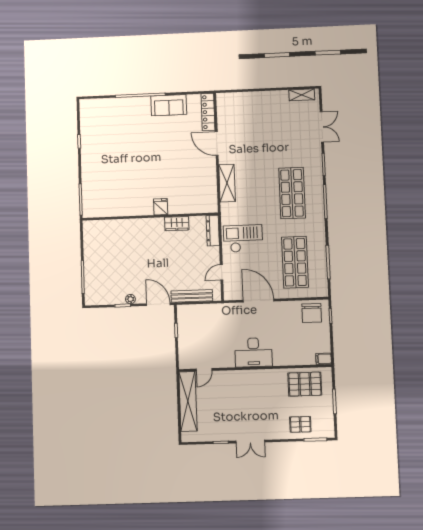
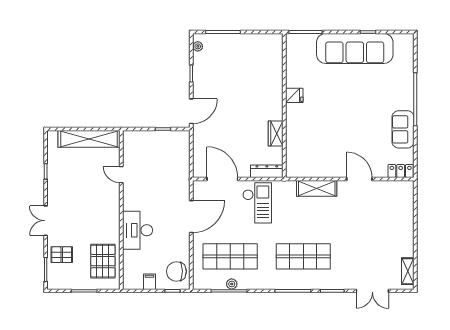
locker: (208, 112) -> (401, 171), width x0.66
door: (217, 144) -> (359, 179), hinge flipped
sofa: (95, 153) -> (355, 48), added
fridge: (161, 207) -> (294, 95), moved
plant: (321, 260) -> (232, 284), added
door: (222, 272) -> (222, 179), width x1.88
bench: (192, 296) -> (199, 147), removed
plant: (130, 299) -> (198, 46), moved
desk: (253, 352) -> (138, 230), moved
filing cabinet: (324, 359) -> (149, 282), moved
door: (204, 370) -> (121, 175), moved
pallet: (300, 424) -> (62, 255), turned 90
double door: (250, 442) -> (46, 221), moved

